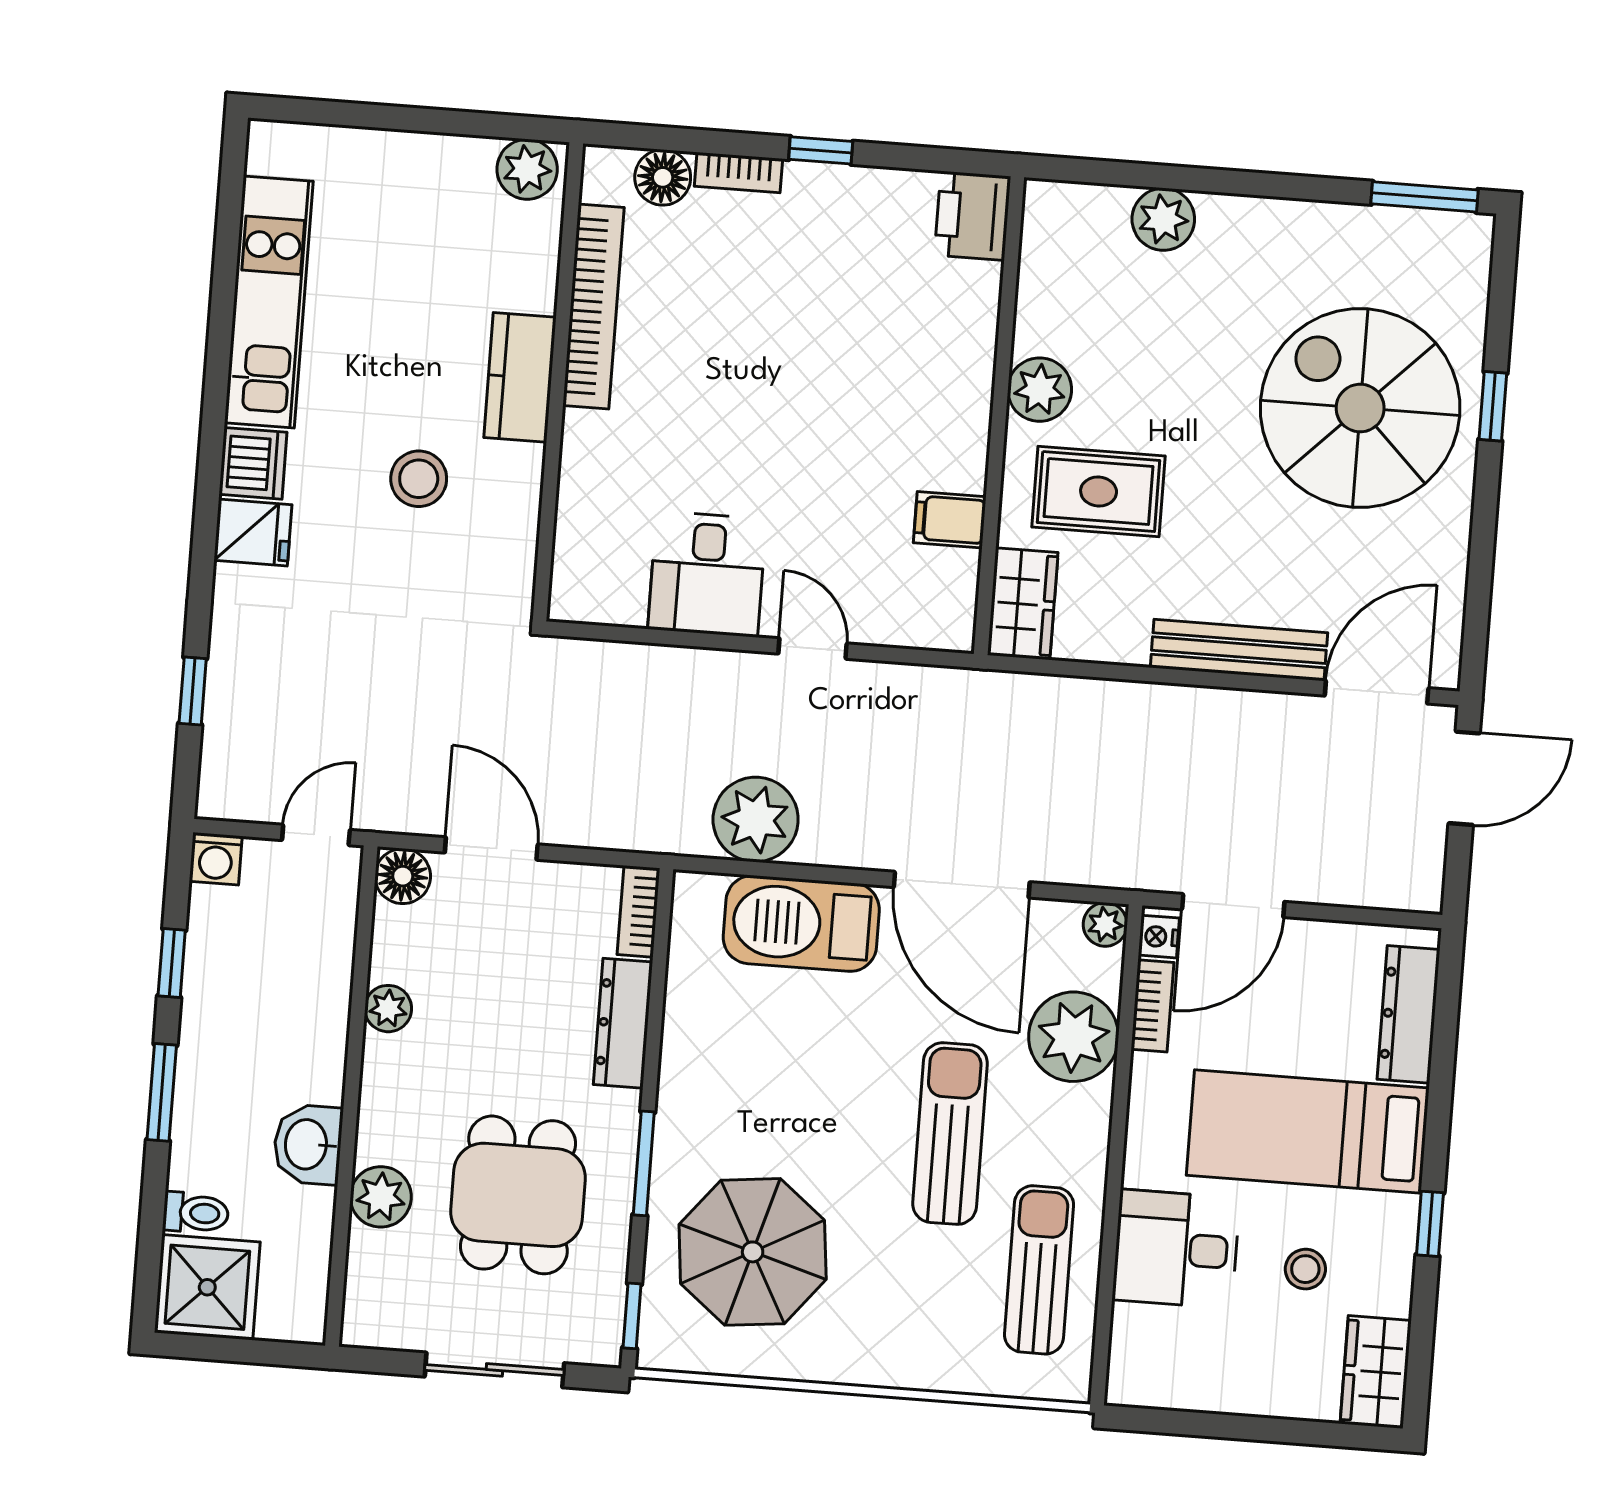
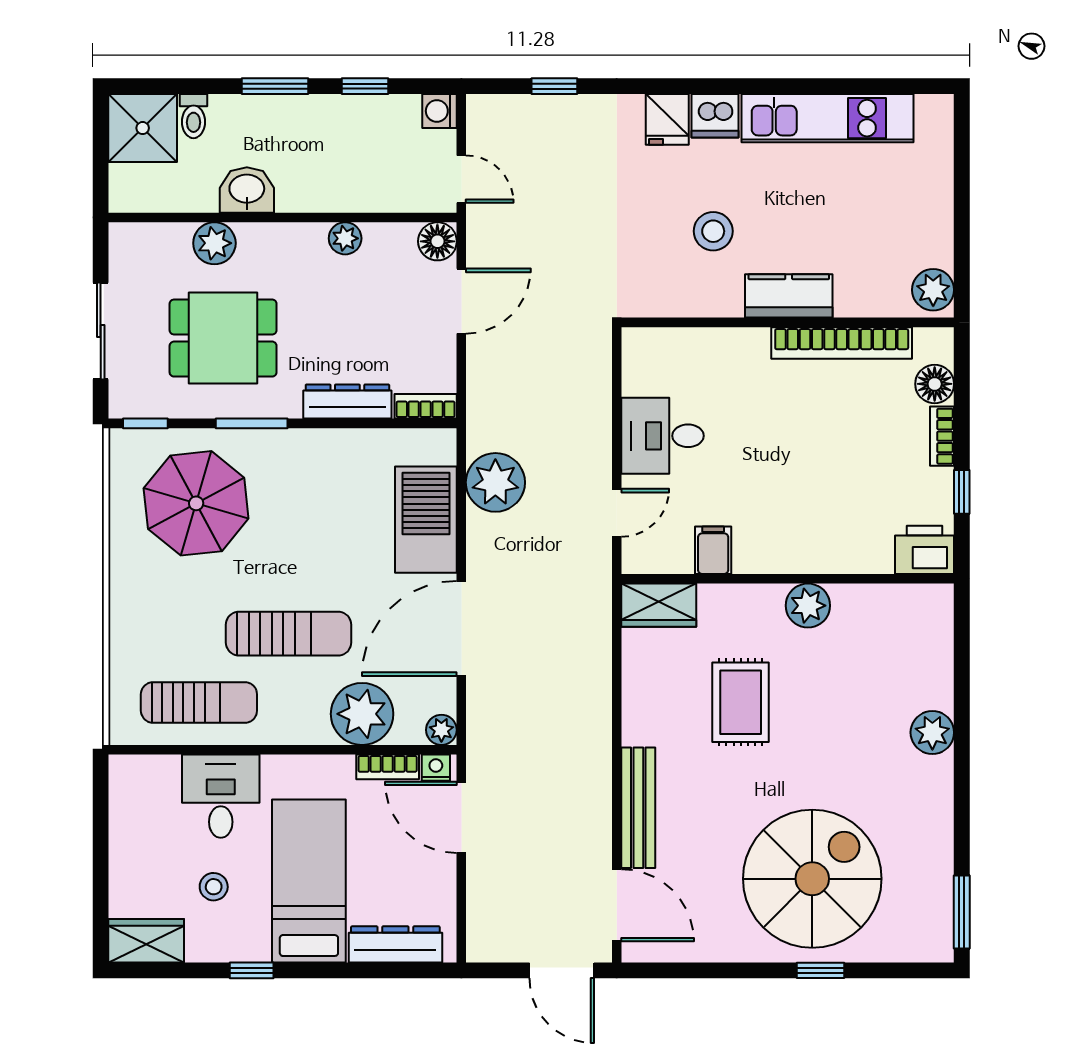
printer: (973, 216) -> (925, 550), moved
plant: (1040, 390) -> (808, 606), moved
wall: (999, 416) -> (788, 579), moved
filing cabinet: (950, 520) -> (713, 550), moved
wardrobe: (1023, 604) -> (659, 605), moved

